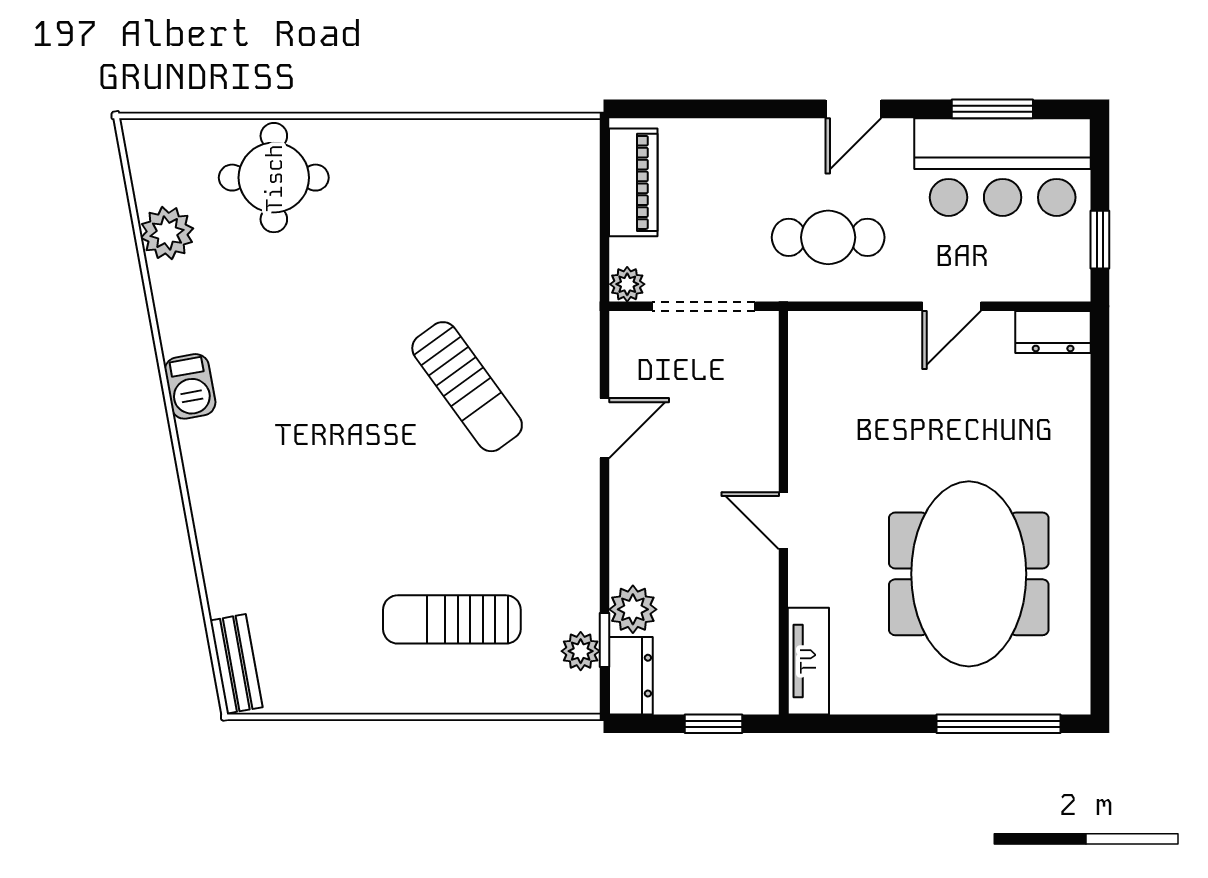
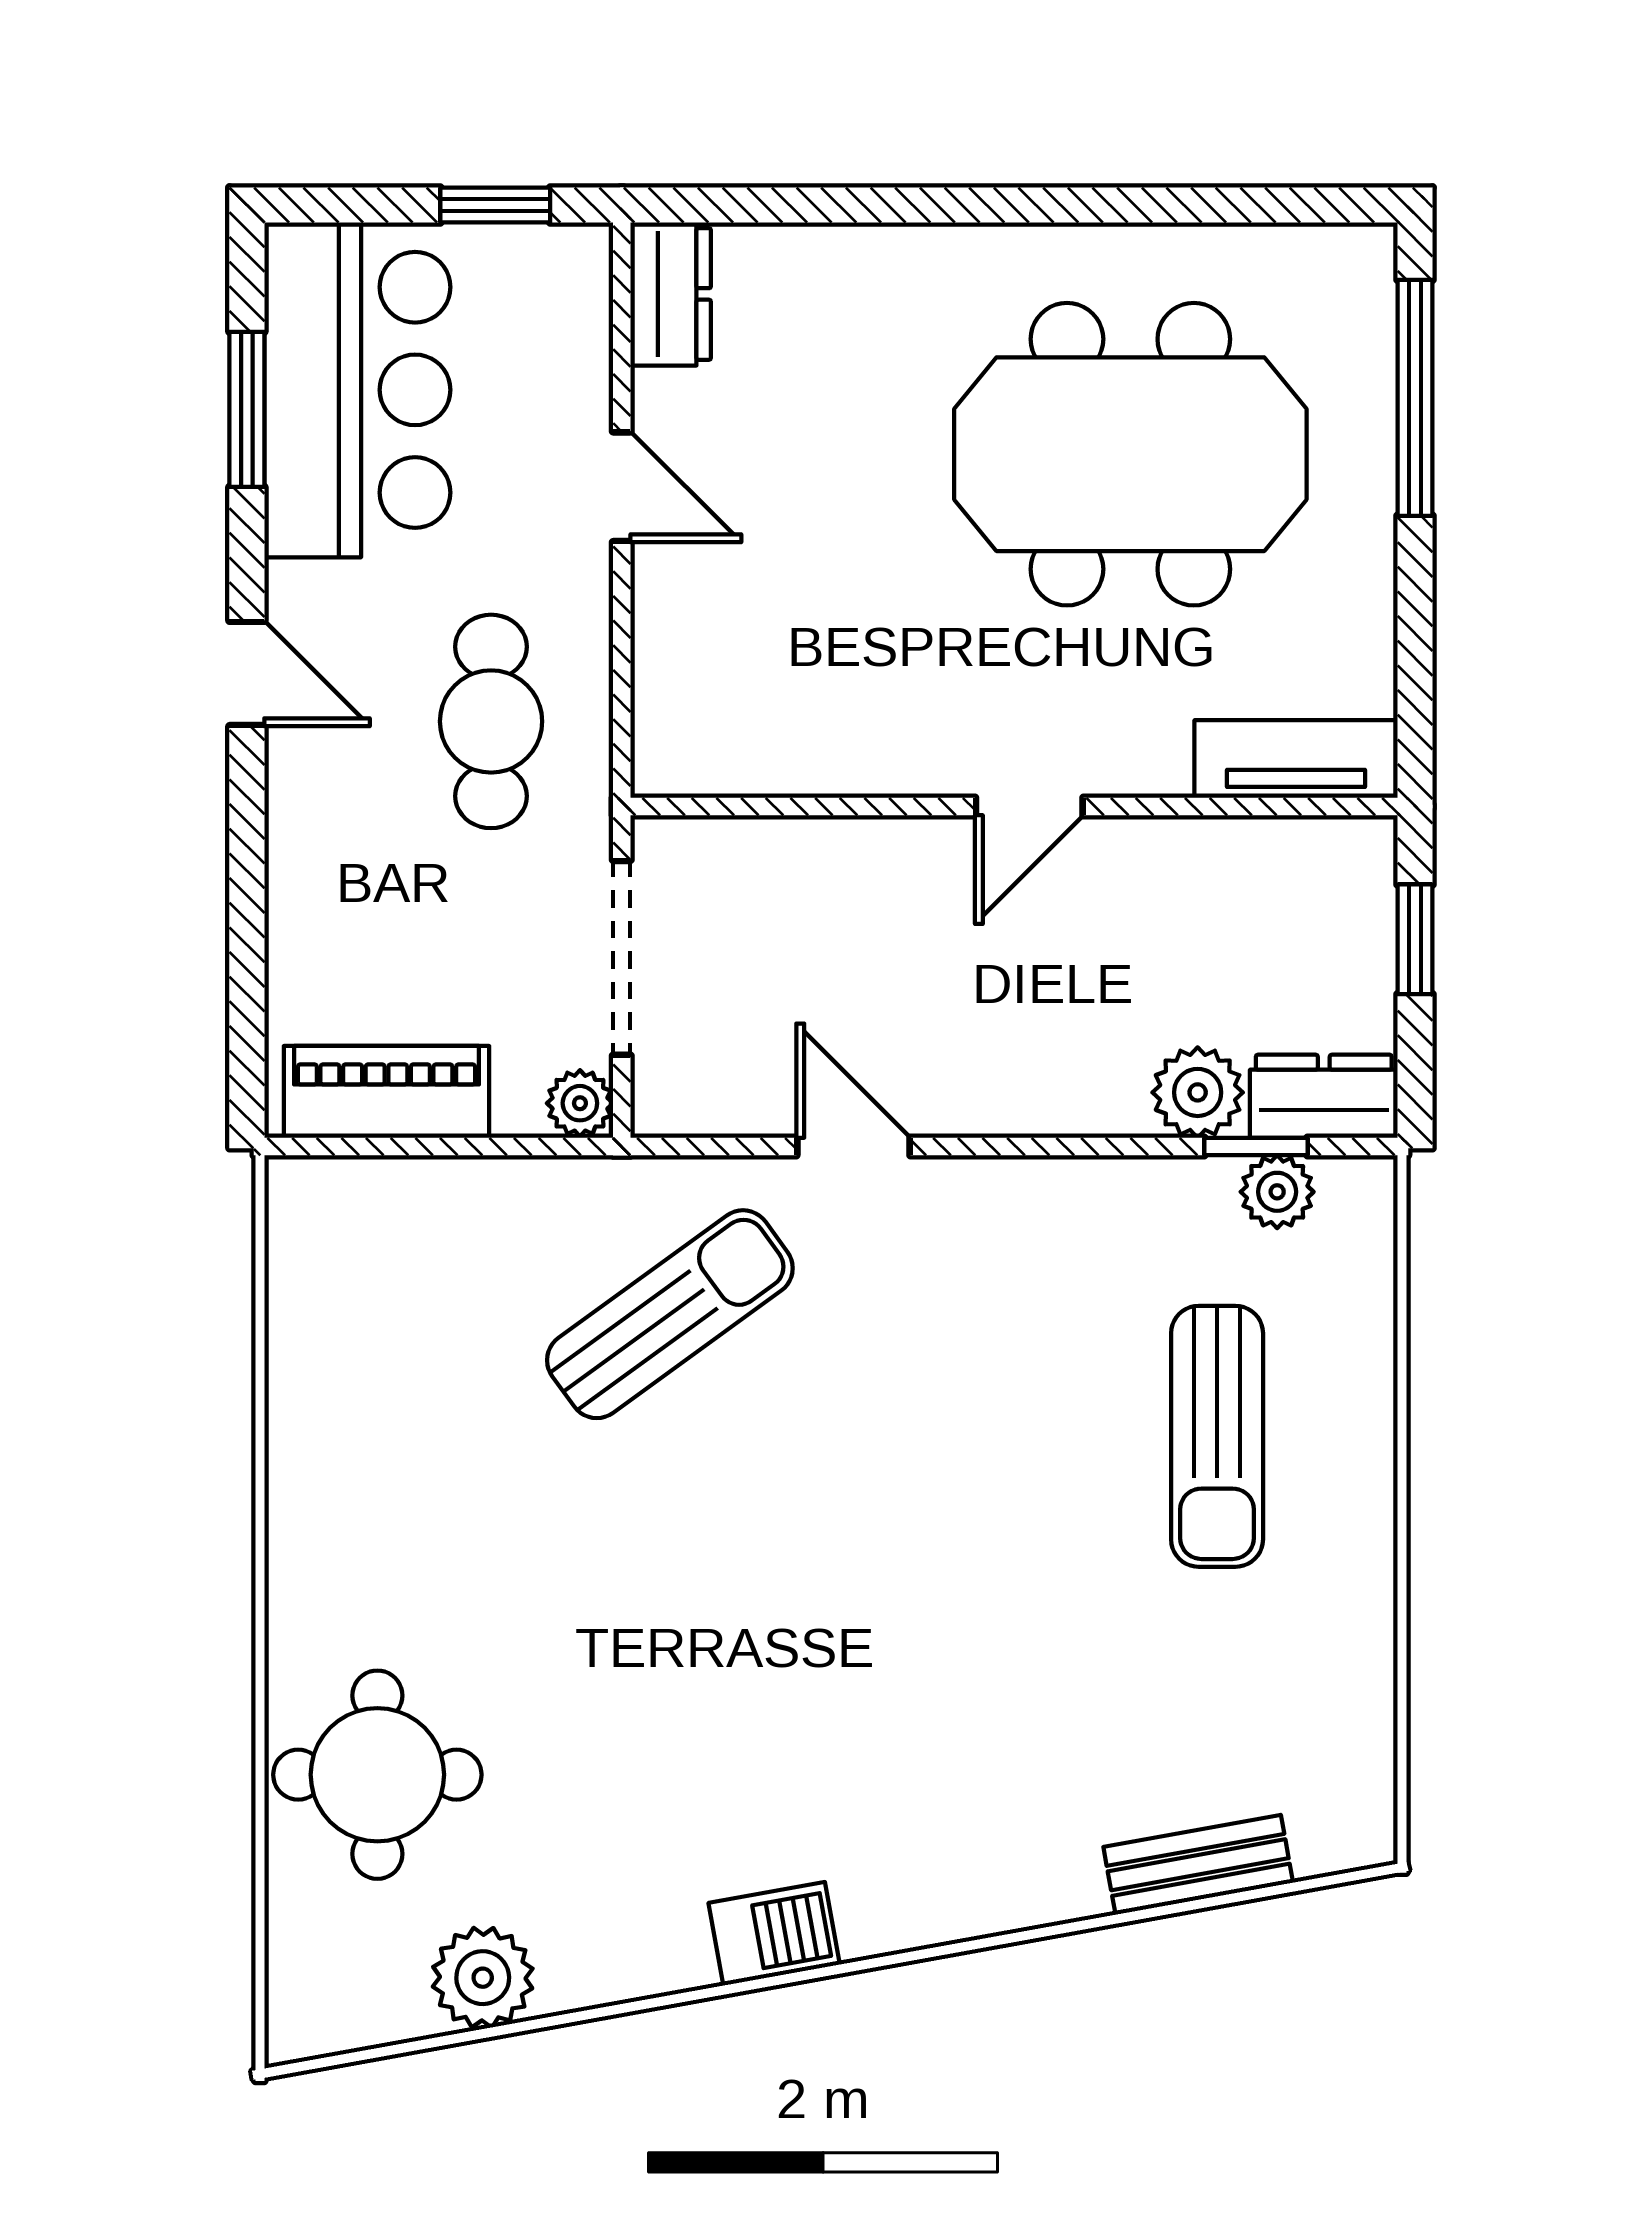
sun lounger: (467, 387) -> (670, 1314), moved
bench: (236, 664) -> (1198, 1865), moved

